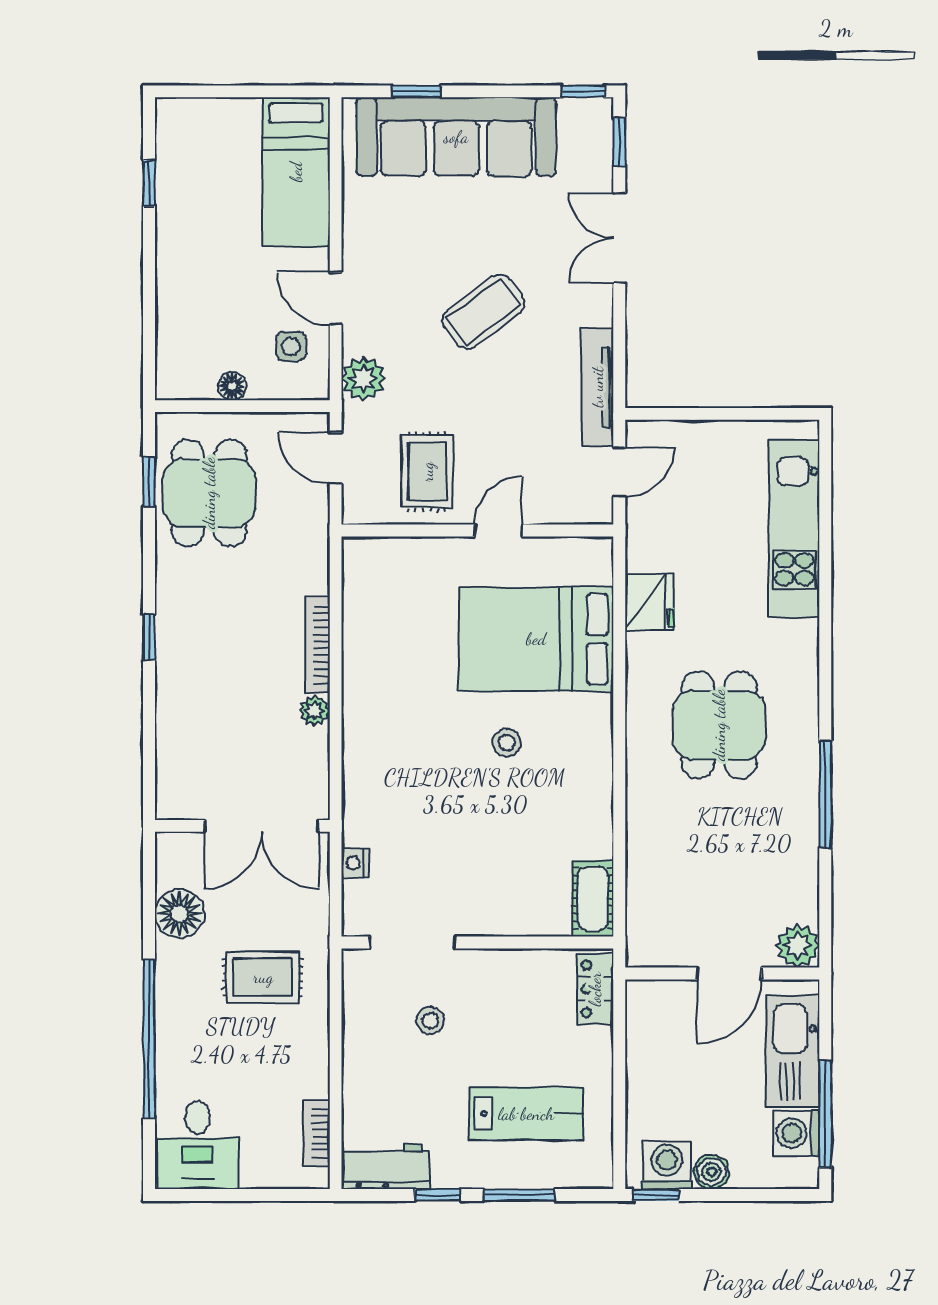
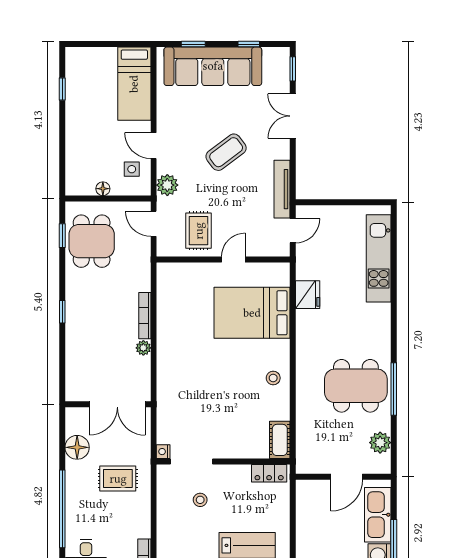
window: (583, 91) -> (249, 44), moved
dining table: (719, 725) -> (356, 386), moved, width x1.38
stool: (507, 743) -> (273, 378), moved
nightstand: (355, 863) -> (163, 452), moved
plant: (797, 946) -> (380, 443), moved
locker: (595, 989) -> (269, 473), moved, turned -90

